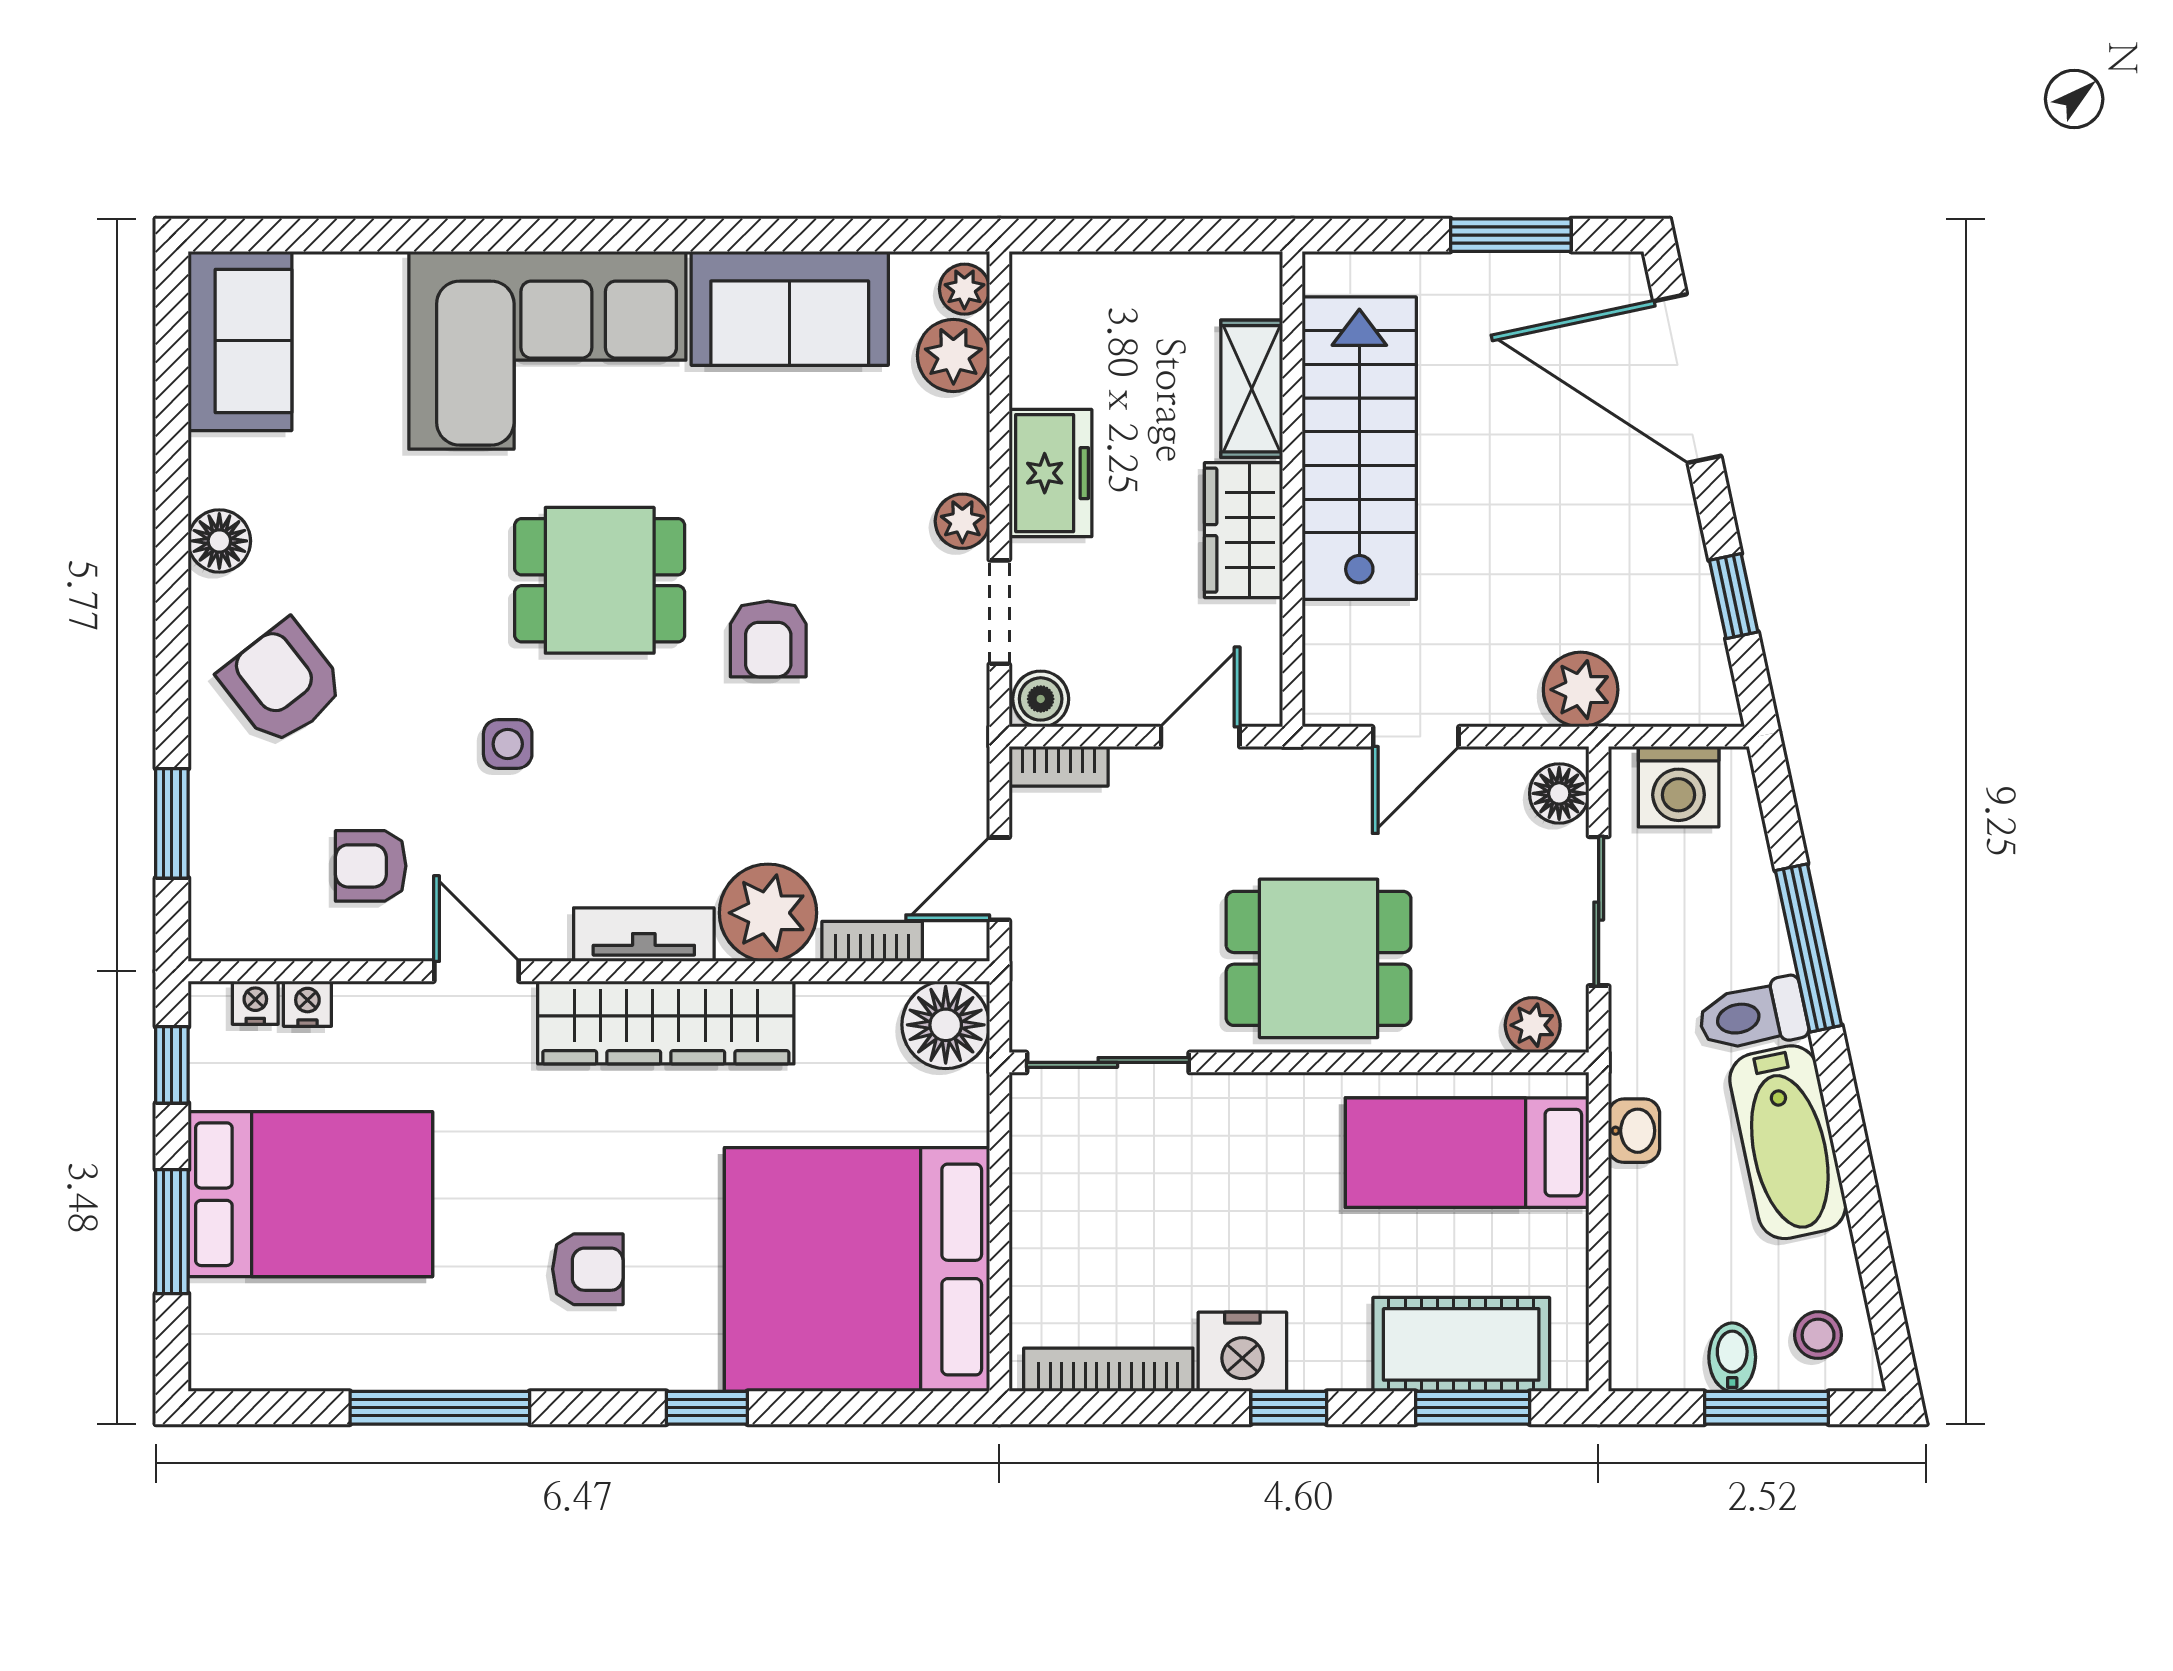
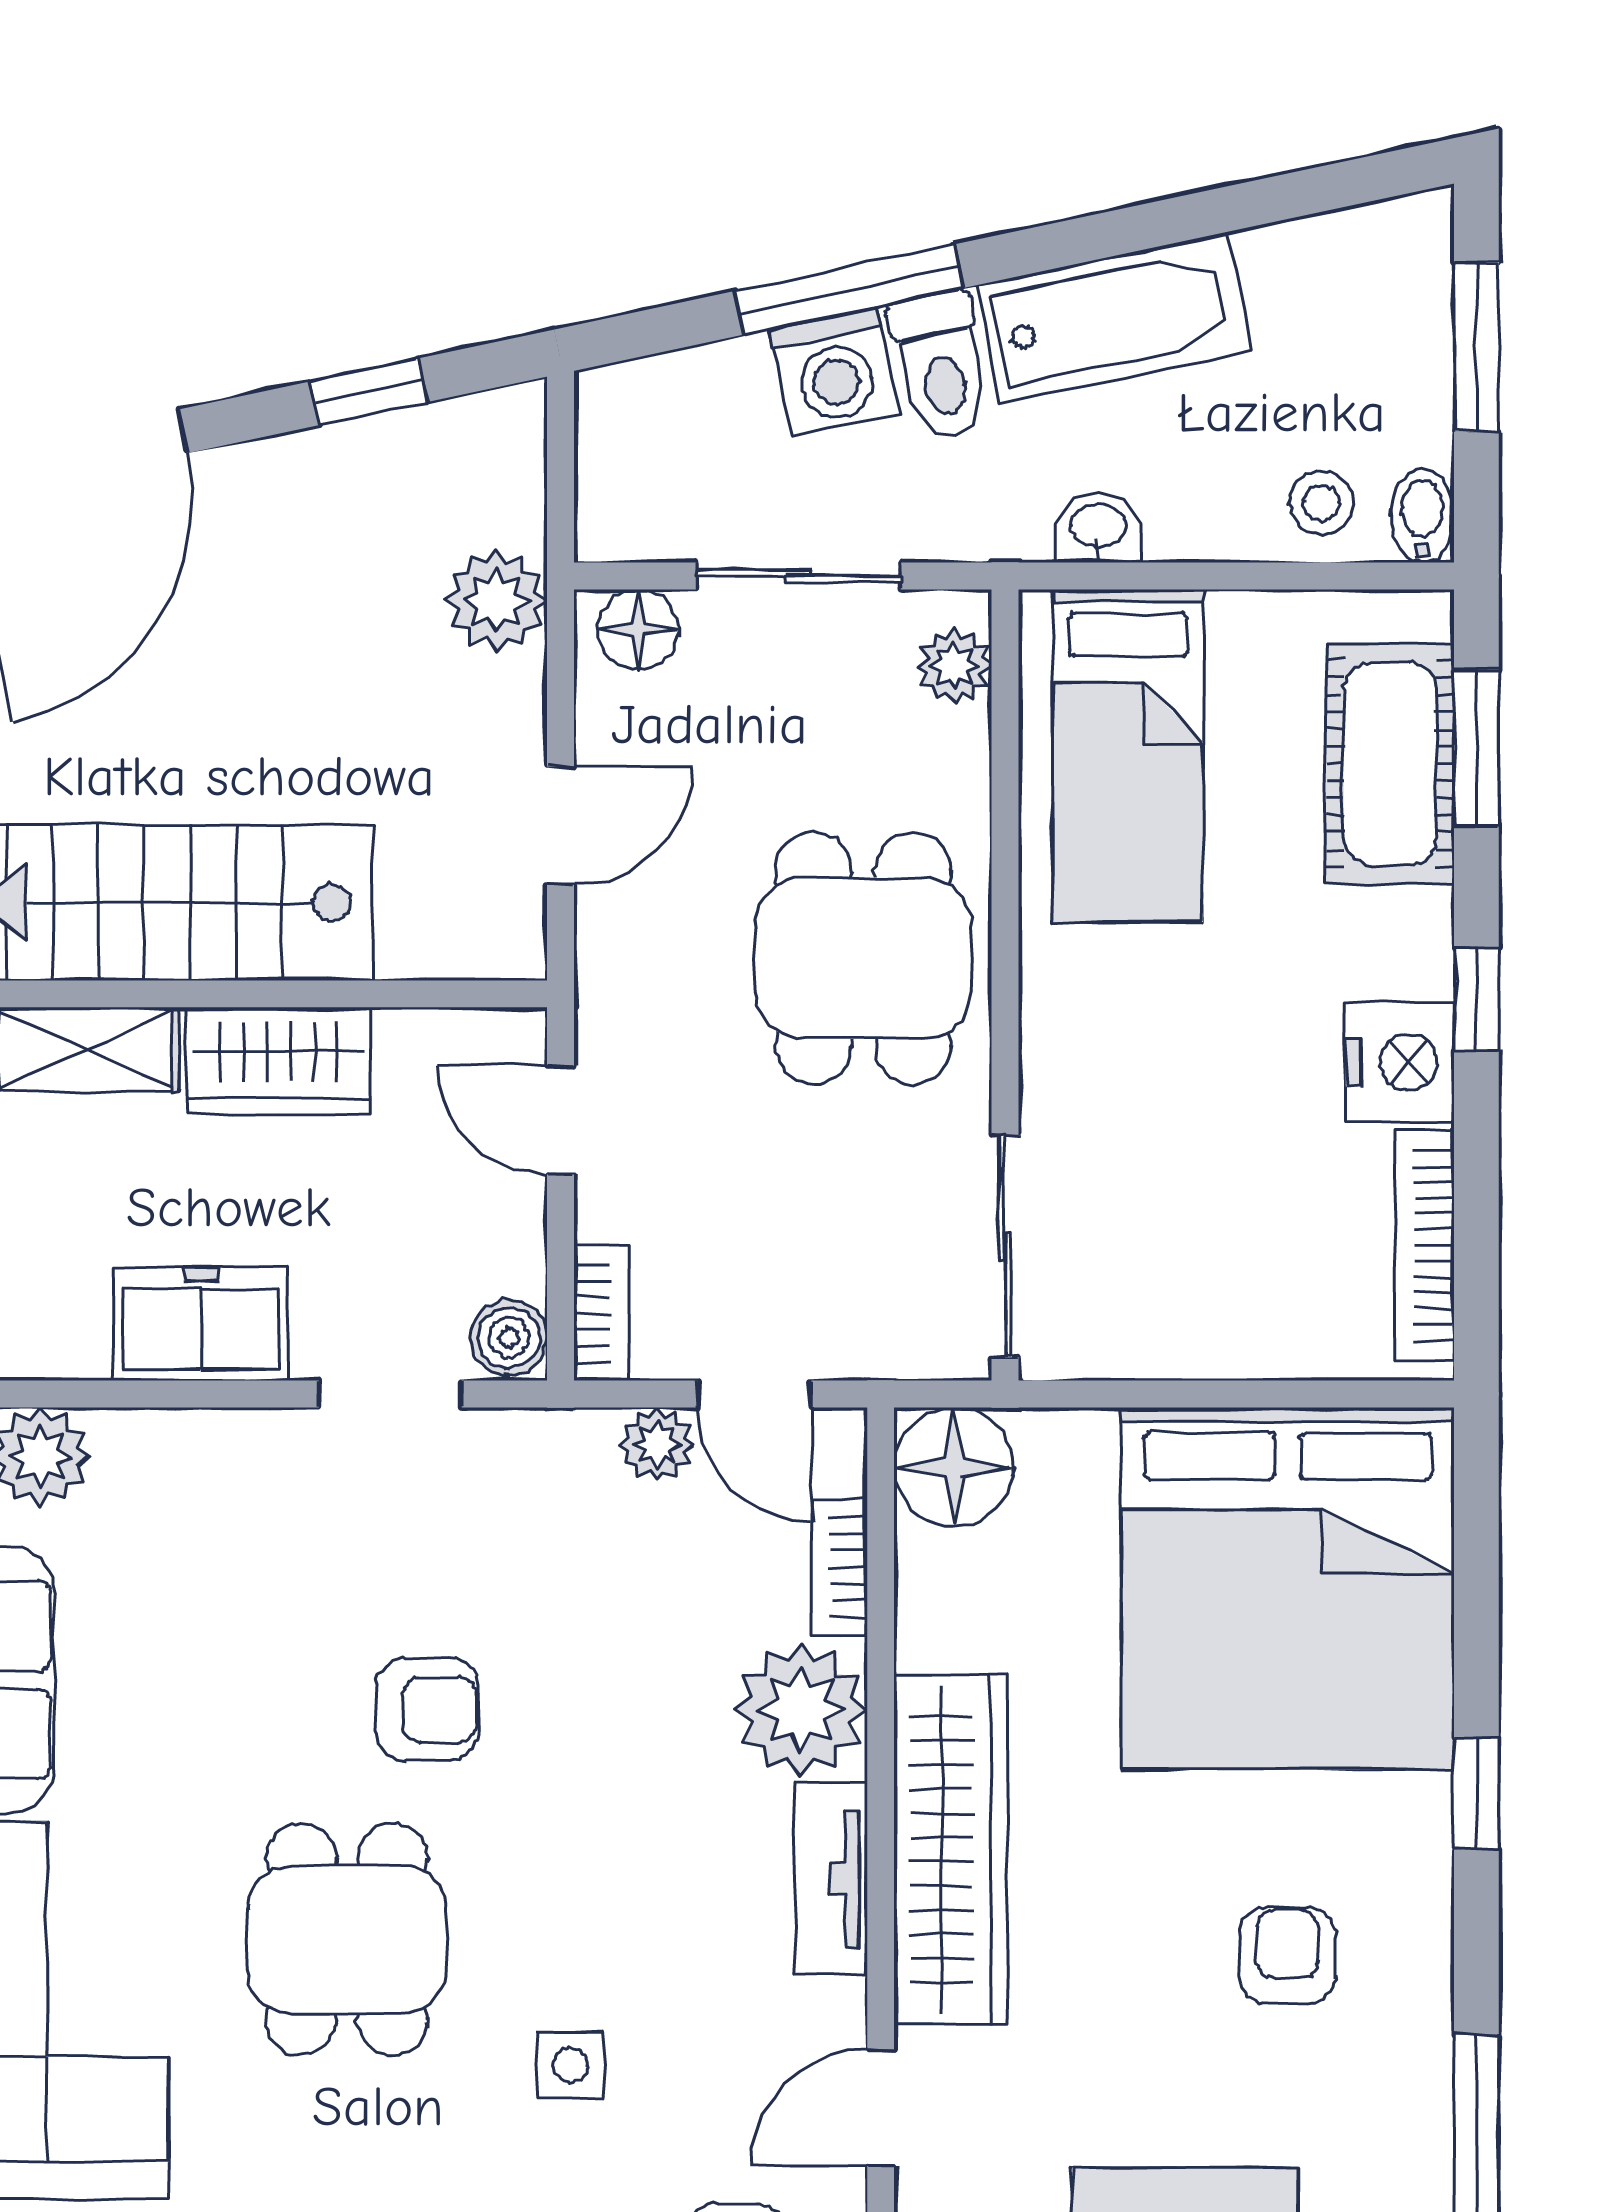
plant: (962, 521) -> (657, 1444), moved
door: (1416, 737) -> (561, 826), hinge flipped
washing machine: (1679, 787) -> (834, 372), moved, turned 78
stool: (1818, 1335) -> (1321, 503), moved
bidet: (1732, 1357) -> (1422, 516), moved, turned 90

